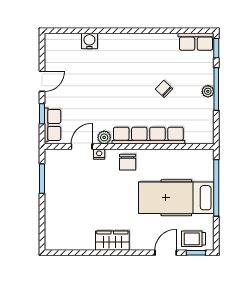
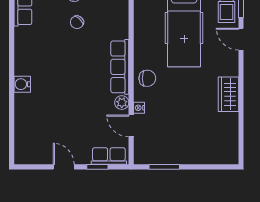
water cooler: (89, 41) -> (22, 84), moved
chair: (164, 89) -> (77, 22), moved
row of seats: (148, 136) -> (120, 67), width x0.73

